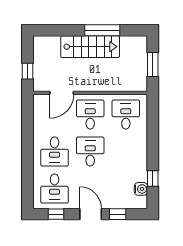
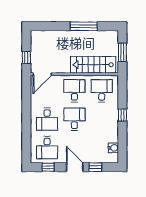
stairs: (90, 47) -> (93, 65), moved, turned 180
door: (62, 93) -> (42, 74), moved
window: (153, 179) -> (122, 115), moved

